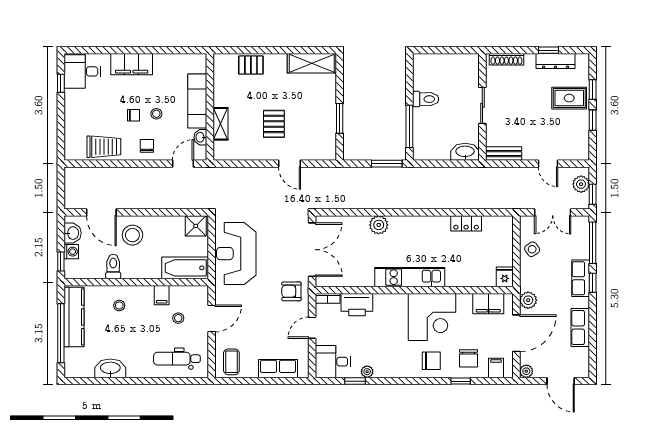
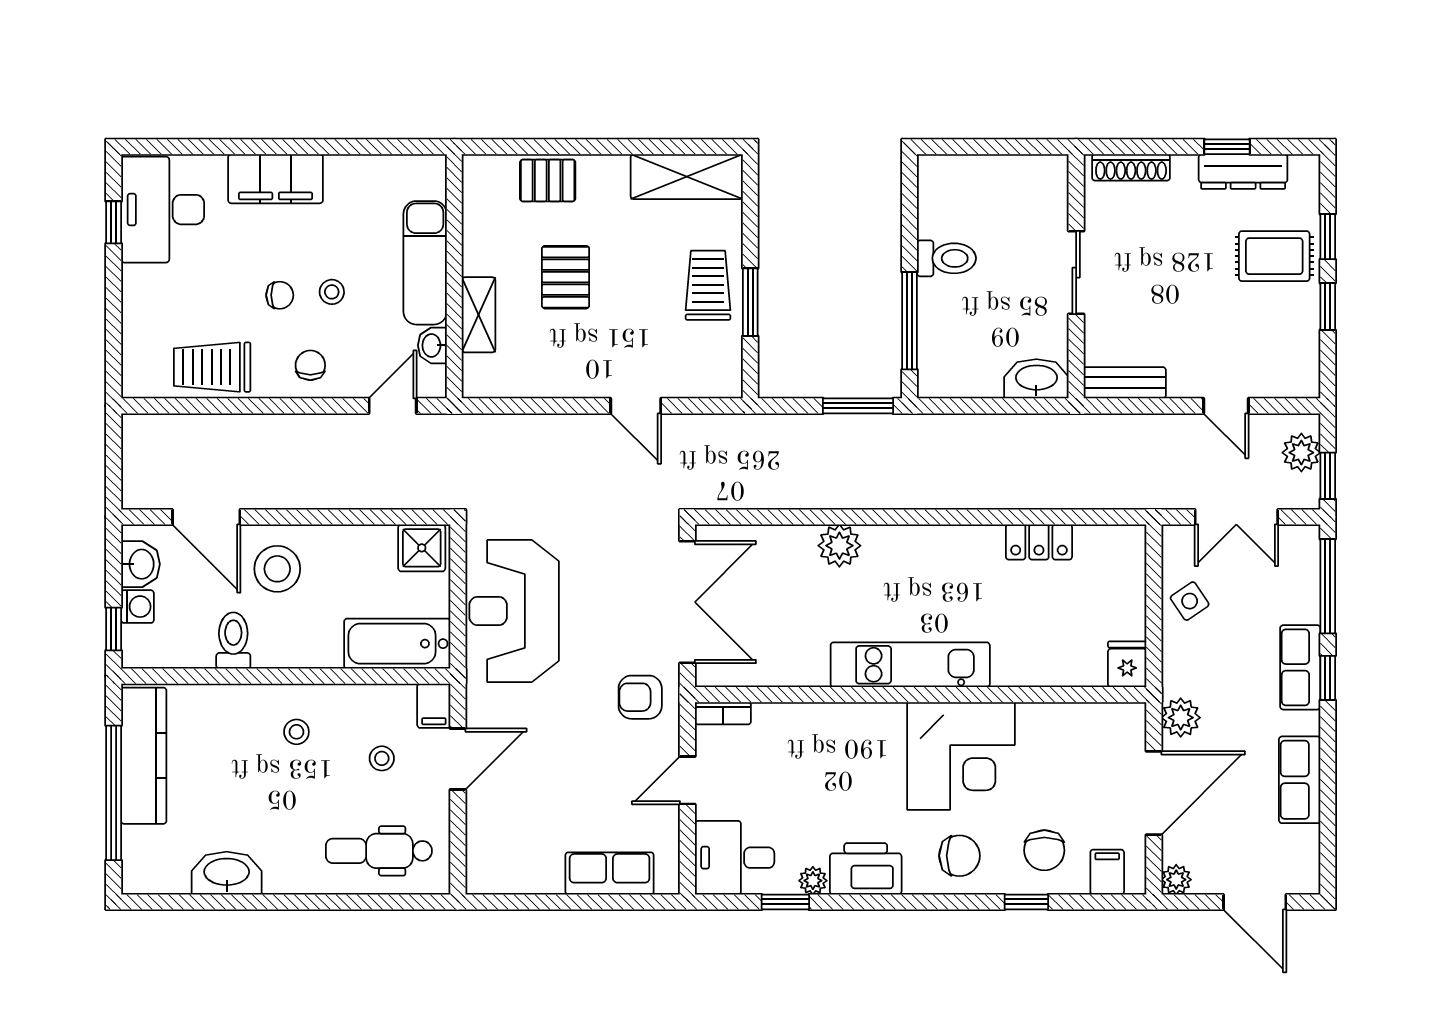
desk: (82, 71) -> (163, 210), width x1.37
trolley: (321, 111) -> (708, 285), added
pallet: (274, 124) -> (566, 277), moved
trolley: (104, 147) -> (212, 367), turned 180
filing cabinet: (162, 295) -> (434, 706), moved
filing cabinet: (488, 304) -> (1089, 725), removed
stool: (119, 305) -> (296, 732), moved
printer: (357, 305) -> (866, 869), moved, turned 180
coffee table: (231, 362) -> (503, 858), removed

